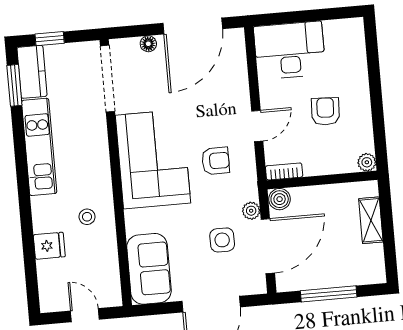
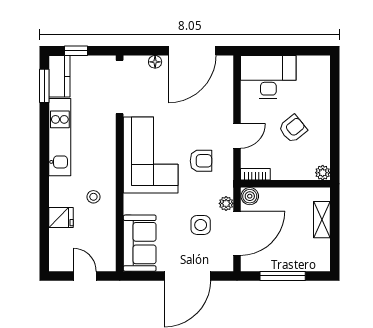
armchair: (325, 111) -> (293, 129), turned 48

